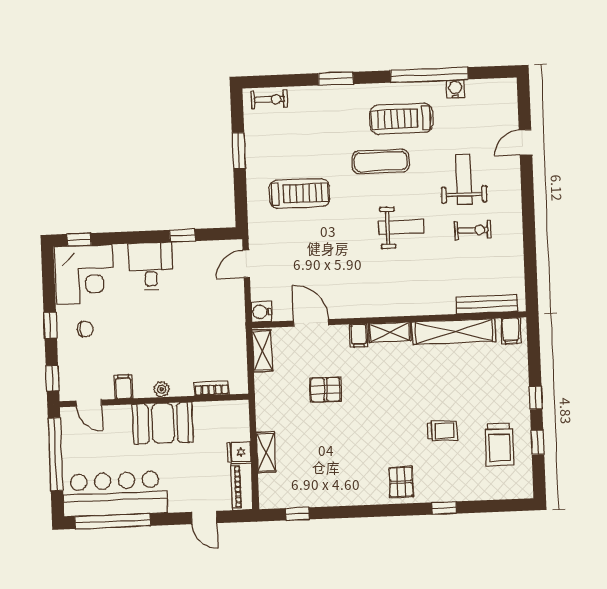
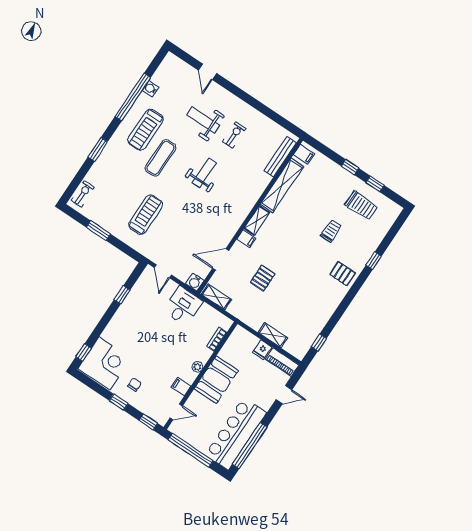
desk: (151, 266) -> (183, 306), moved, turned 90

